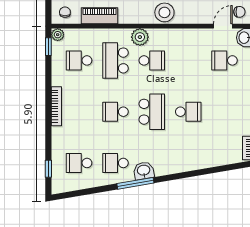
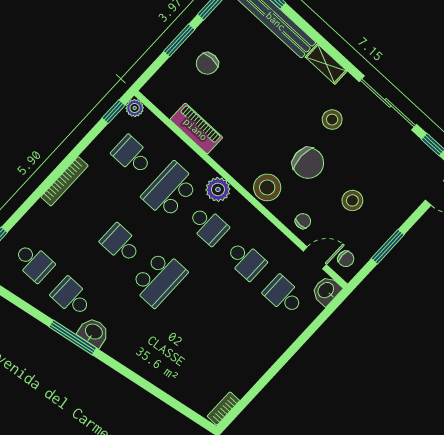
chair: (65, 12) -> (303, 221), moved
school desk: (188, 112) -> (246, 260), moved
school desk: (79, 163) -> (34, 262), turned 180

